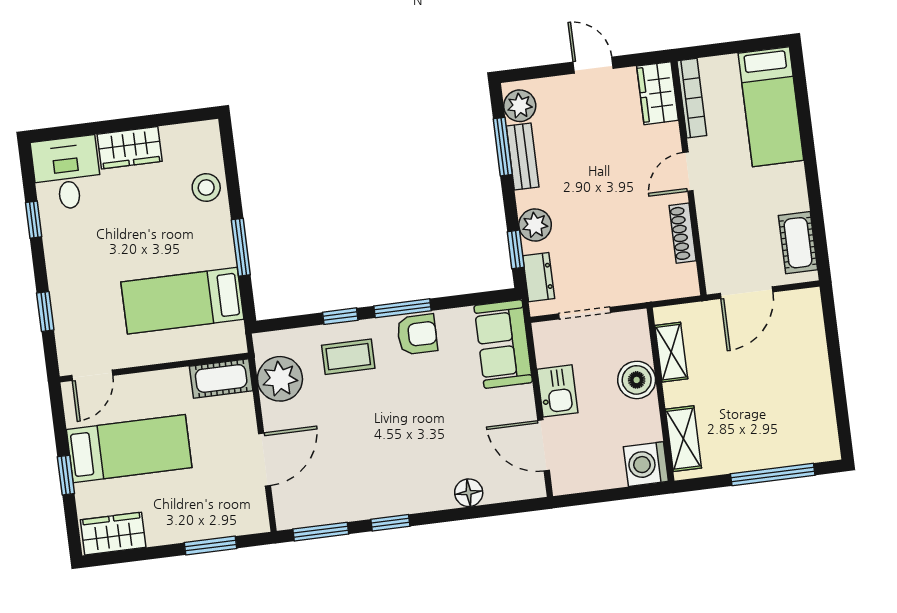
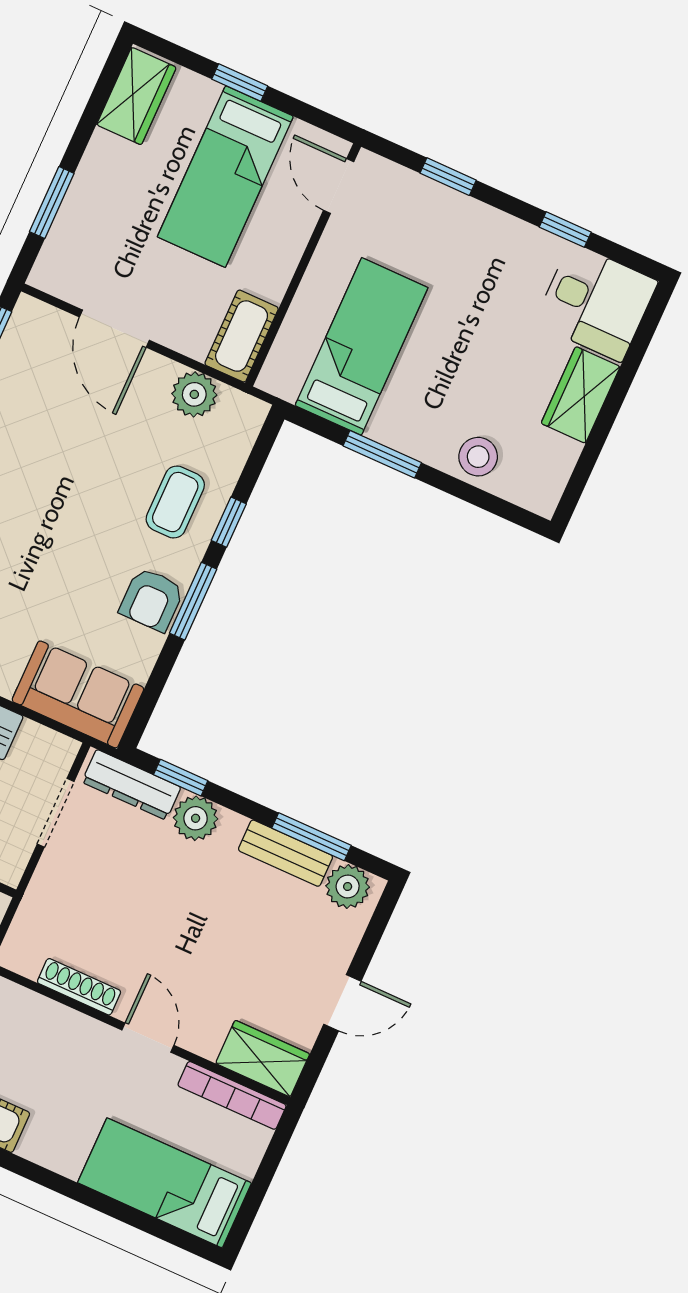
dresser: (539, 277) -> (131, 785), width x1.44
plant: (280, 379) -> (194, 394), width x0.73, depth x0.73

